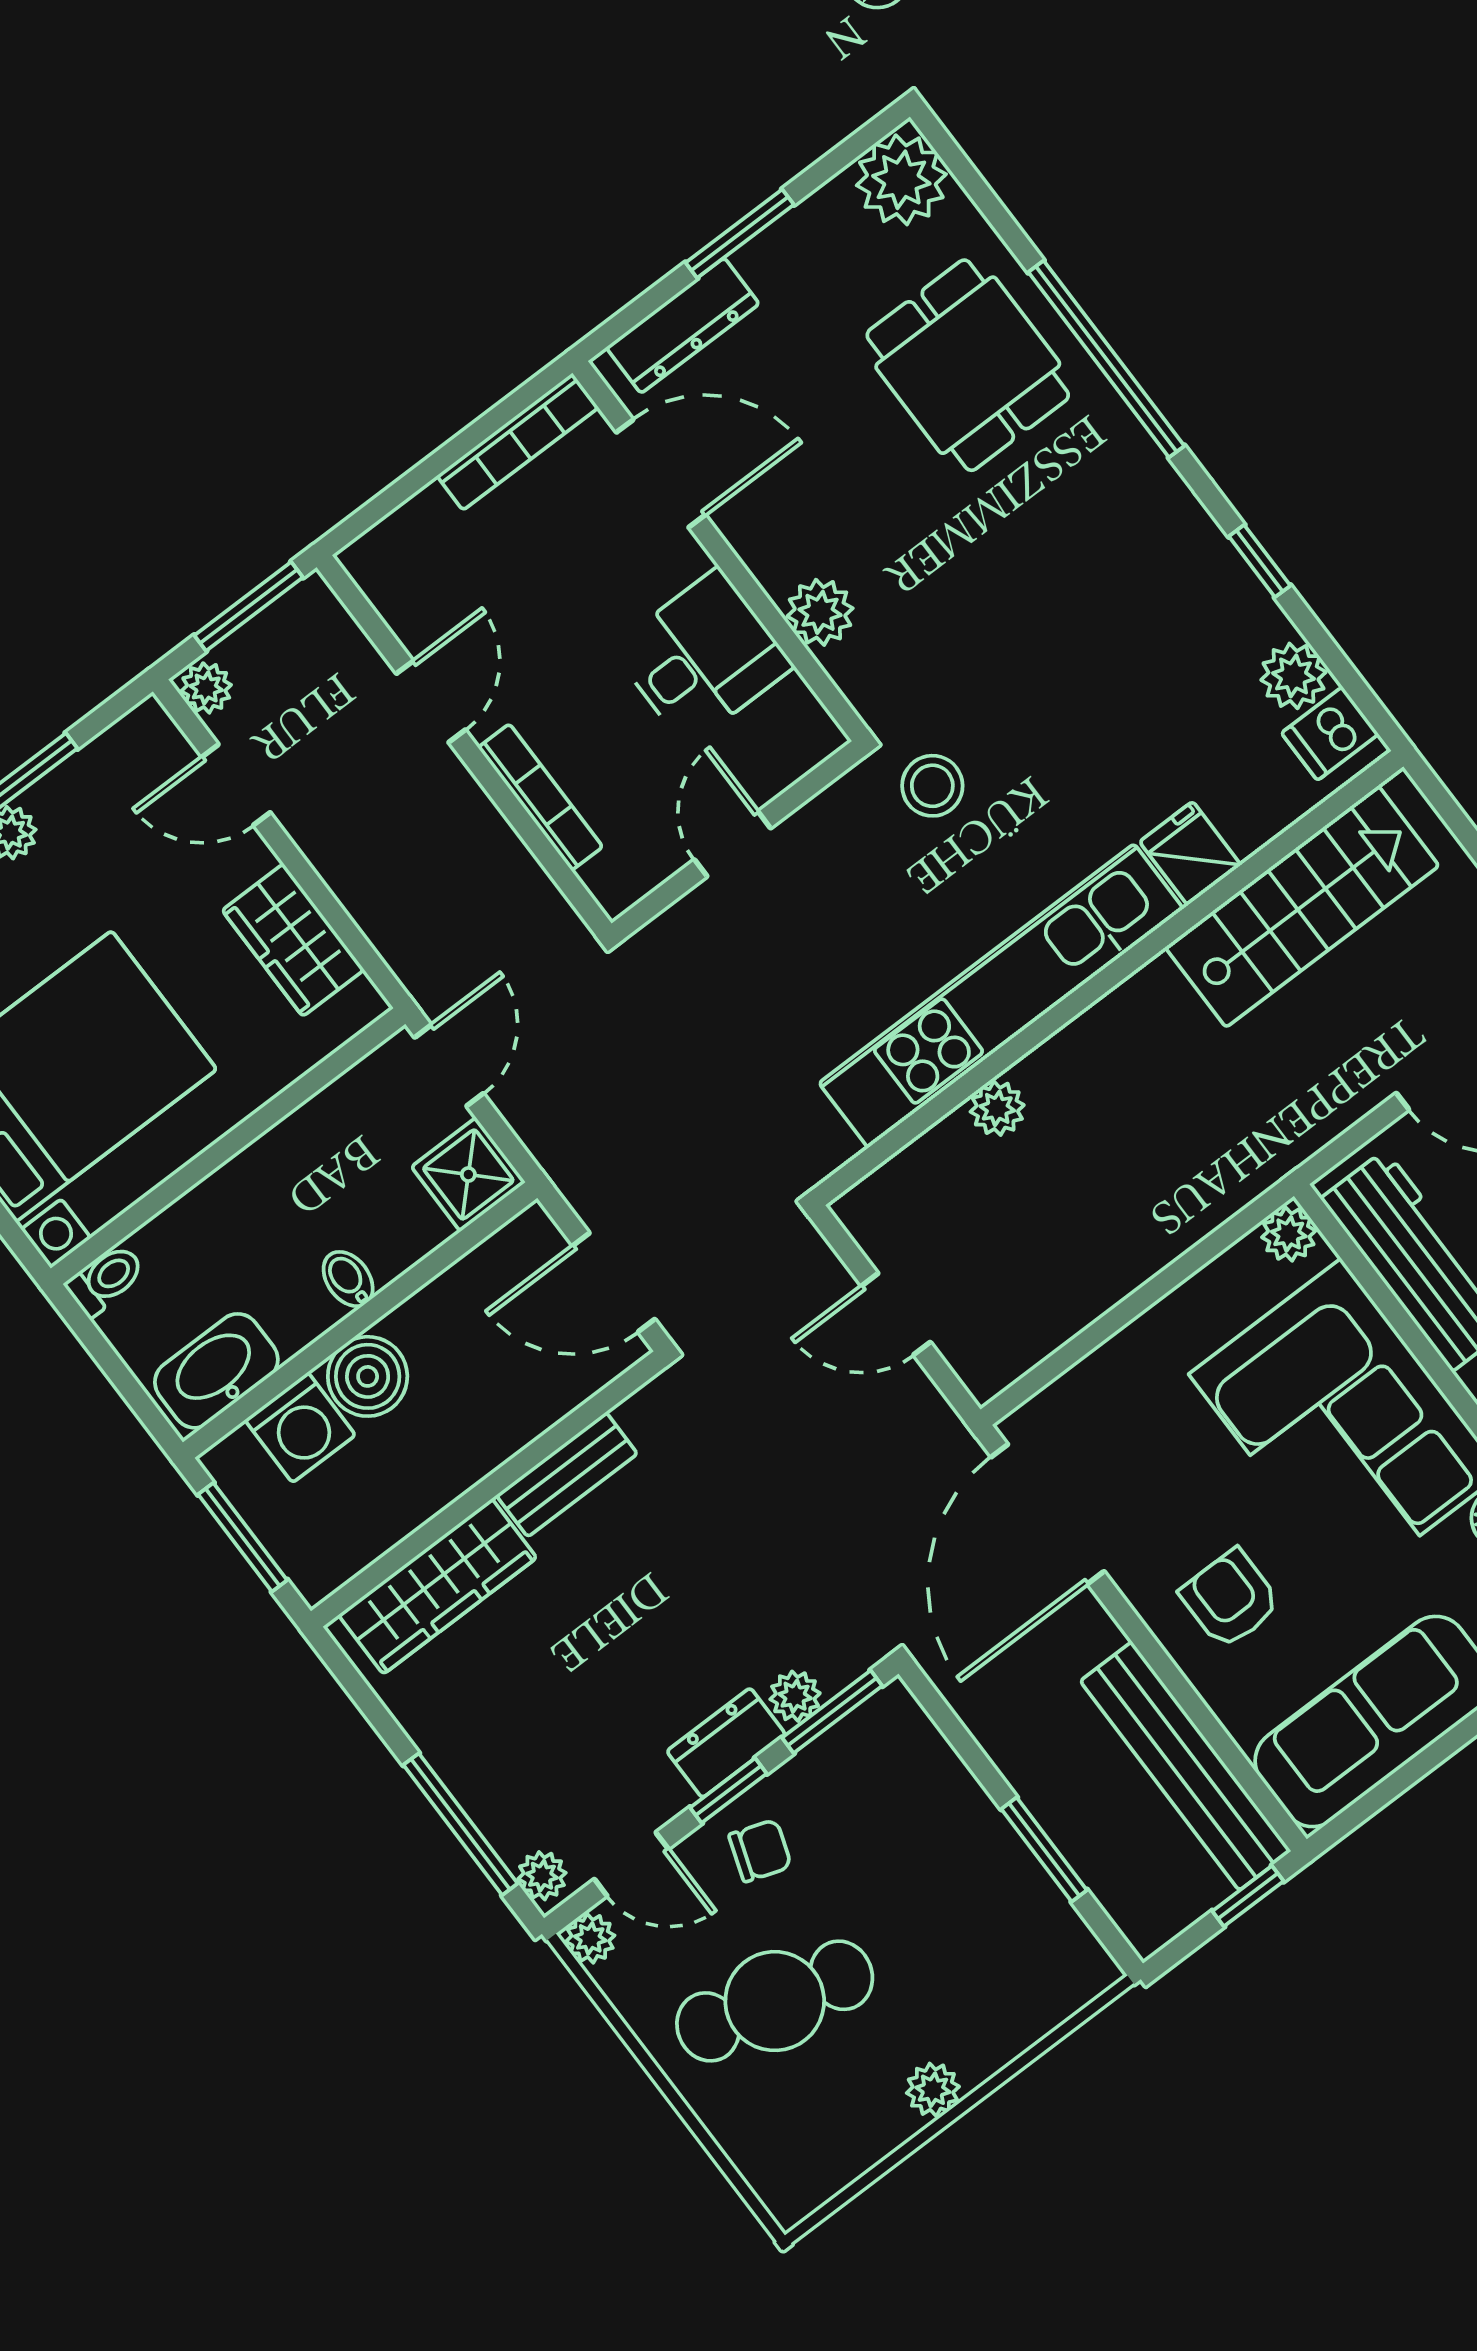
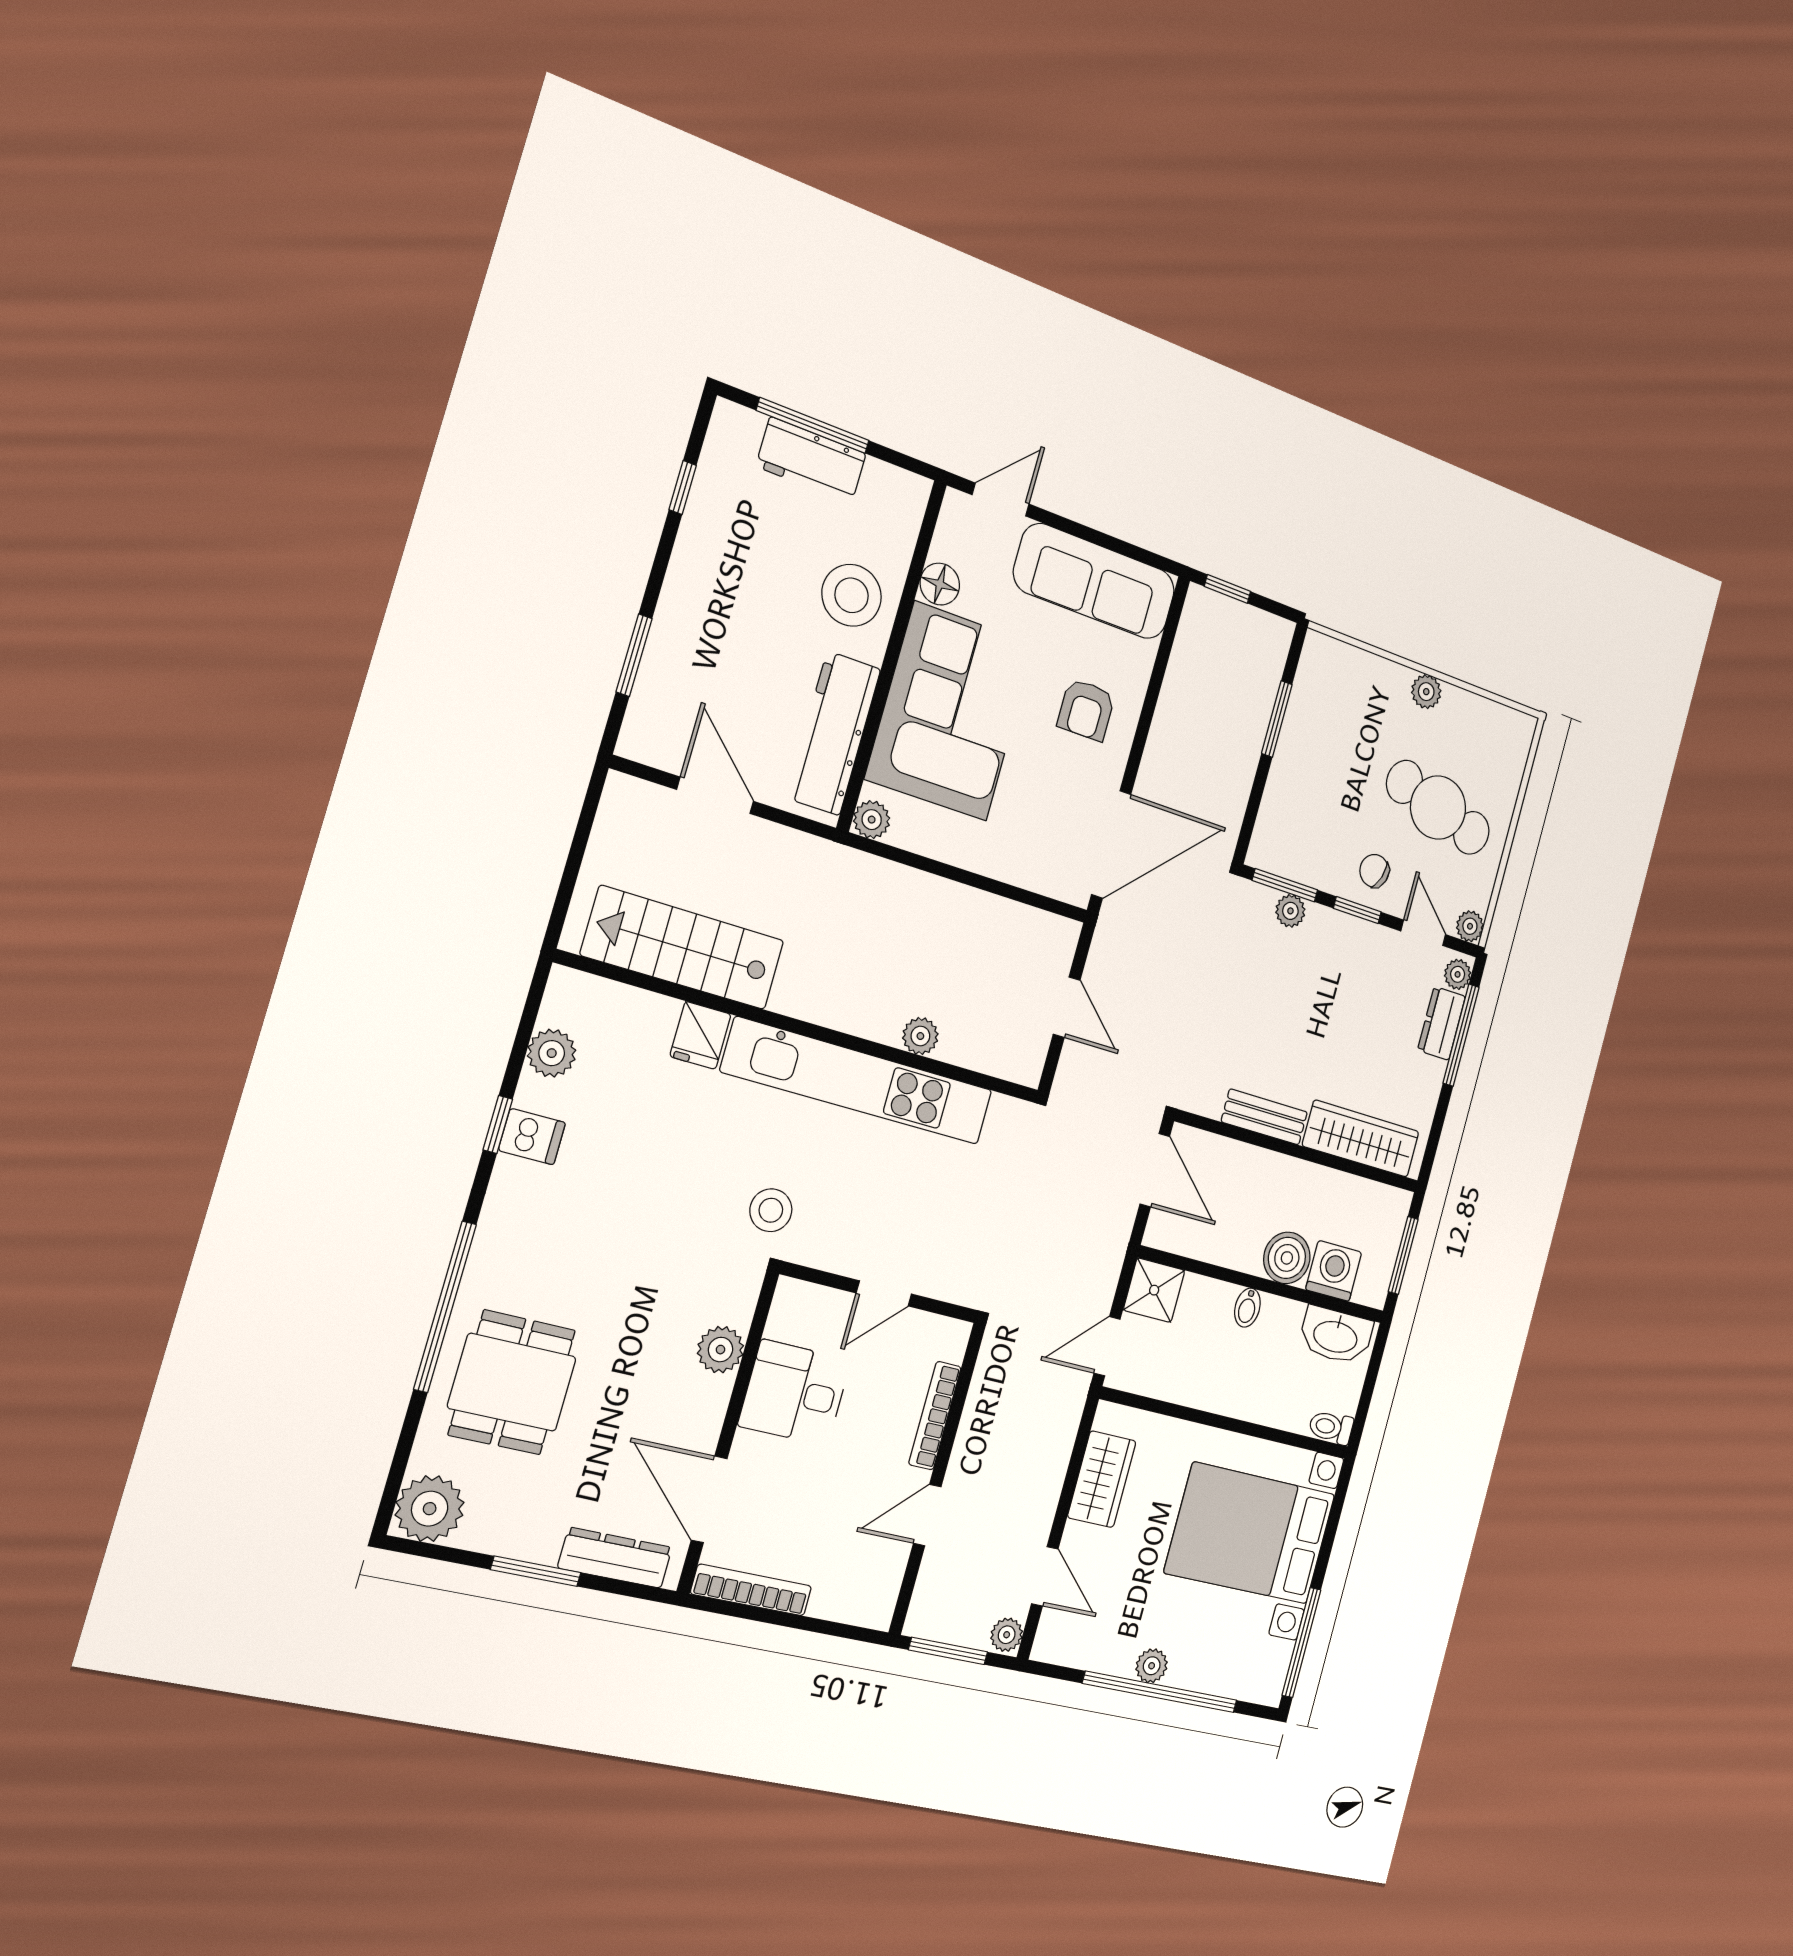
dishwasher: (1330, 733) -> (532, 1137), moved
dresser: (726, 1743) -> (1442, 1023), moved, turned 90
bench: (1186, 1766) -> (1186, 672), removed

